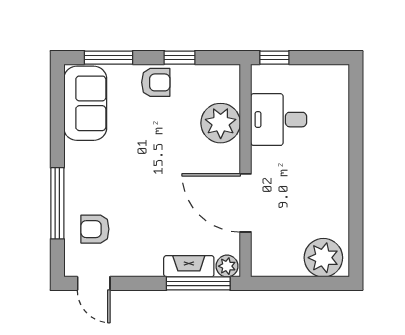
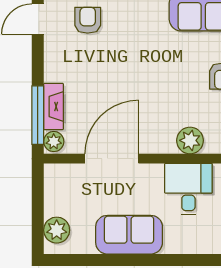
plant: (221, 123) -> (190, 140), width x0.73, depth x0.73
sofa: (328, 184) -> (129, 235), added
plant: (323, 258) -> (57, 230), width x0.73, depth x0.73

